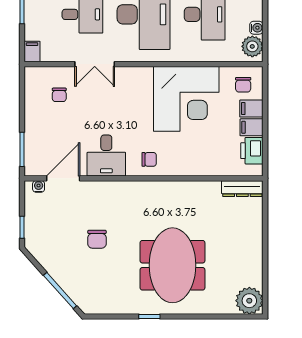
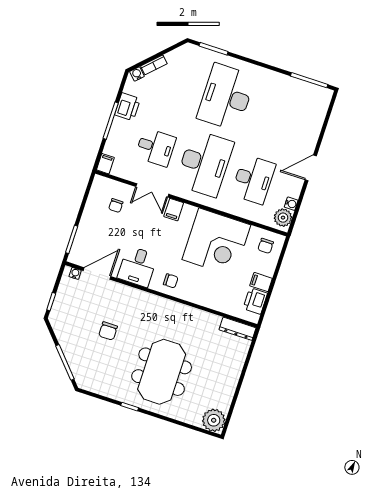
filing cabinet: (251, 109) -> (174, 210), moved, turned -90

